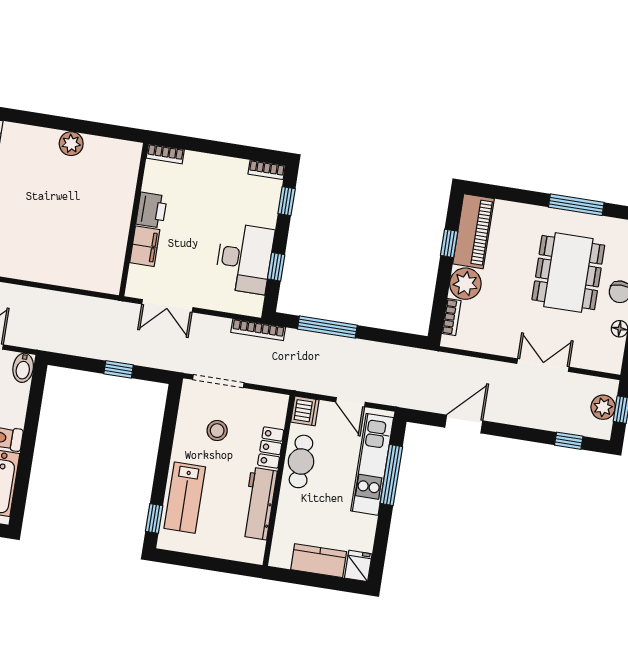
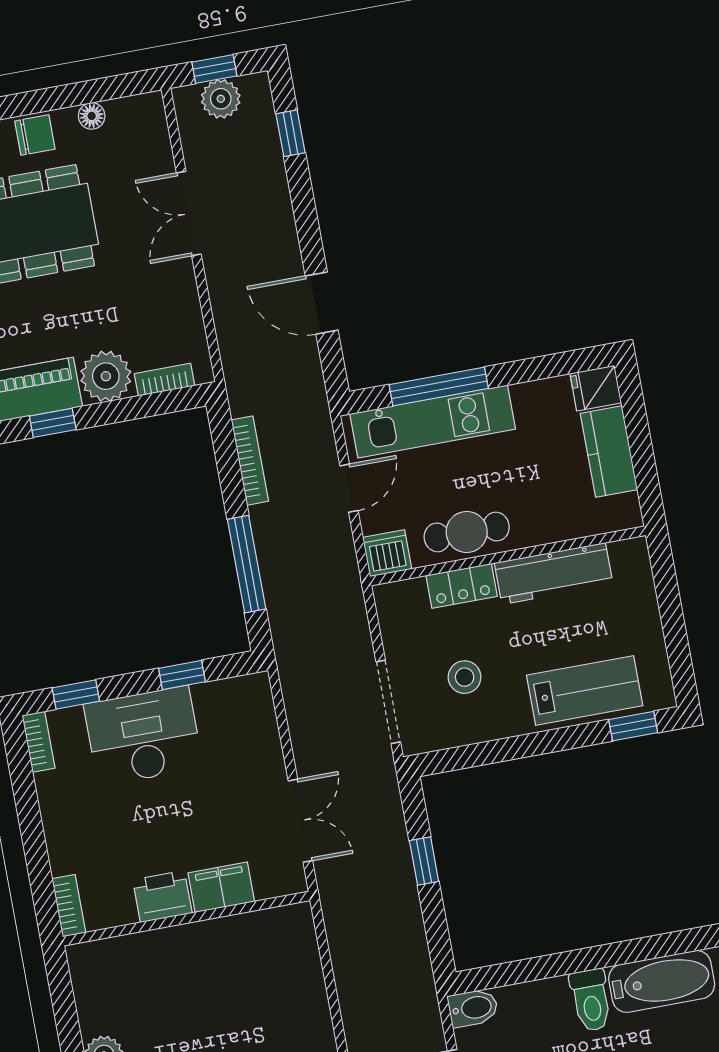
desk: (244, 258) -> (143, 736), moved
bookcase: (258, 330) -> (250, 461), moved

